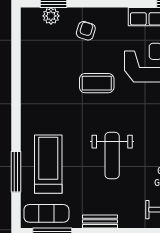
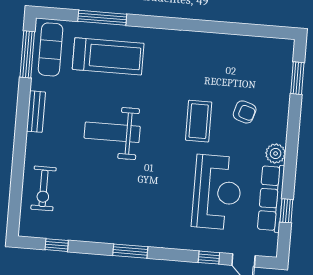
plant: (51, 16) -> (276, 153), moved
armchair: (86, 31) -> (245, 112), moved

